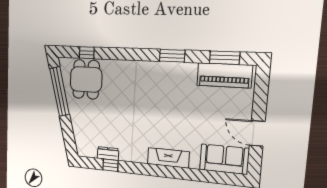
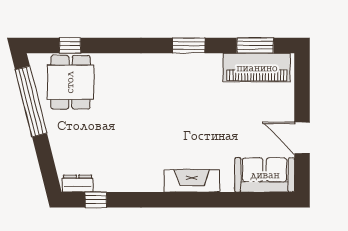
dresser: (108, 154) -> (78, 184), moved
window: (110, 165) -> (96, 200), moved

